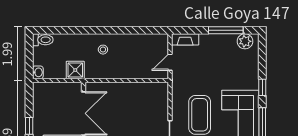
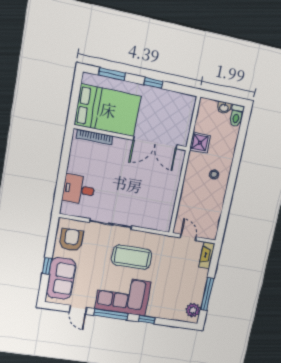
washbasin: (38, 72) -> (224, 108), moved

